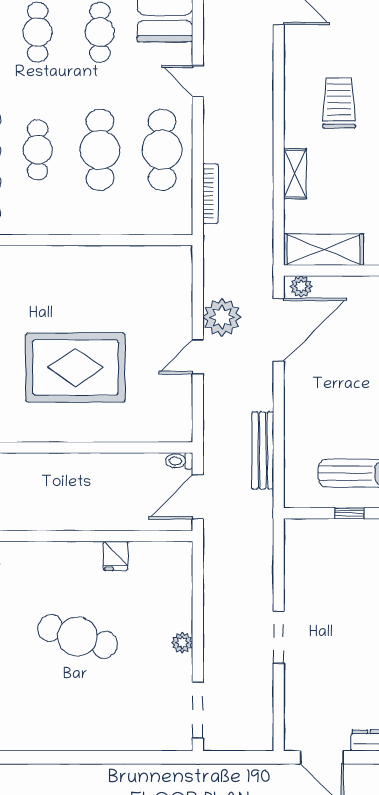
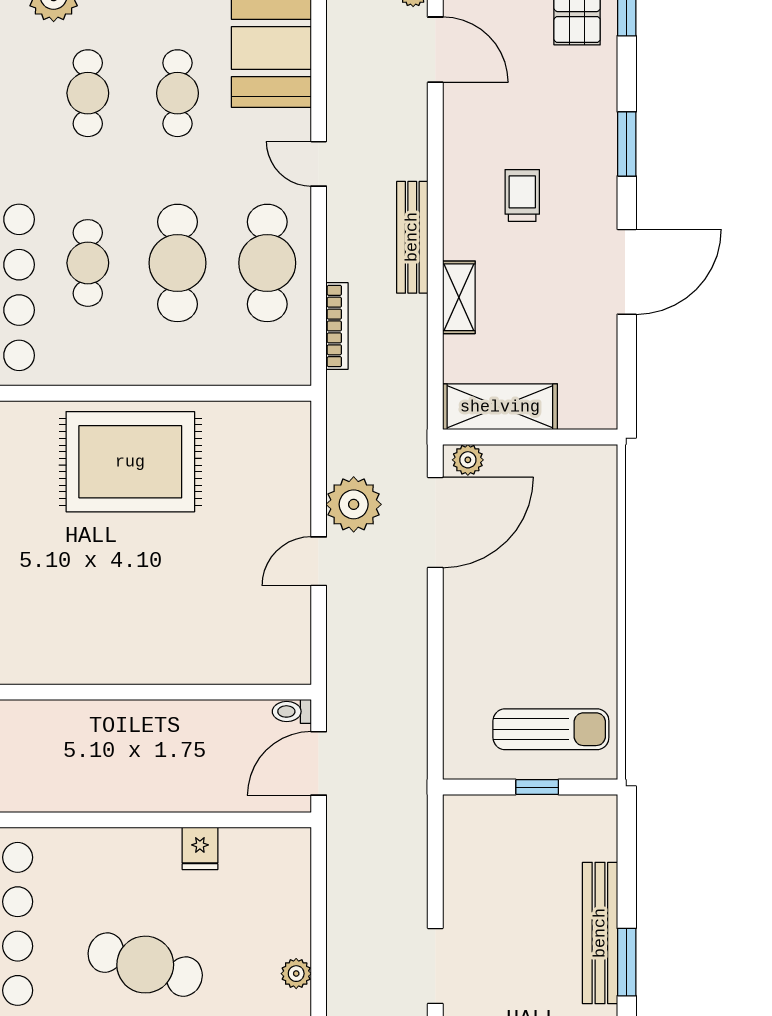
trolley: (339, 103) -> (522, 196), width x0.73, depth x0.72
rug: (75, 367) -> (130, 462), moved
bench: (263, 450) -> (412, 237), moved

